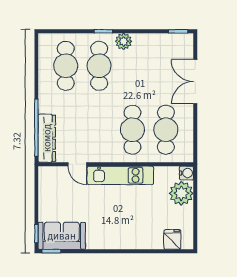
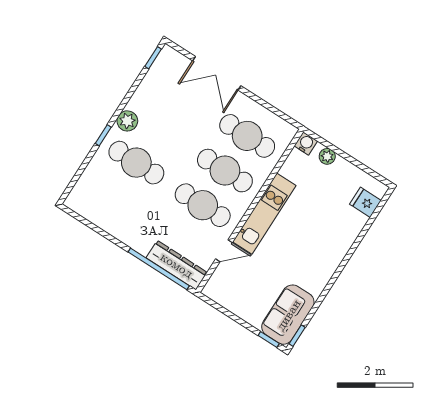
cafe table: (66, 66) -> (203, 205), moved
plant: (181, 193) -> (327, 156), width x0.53, depth x0.53

